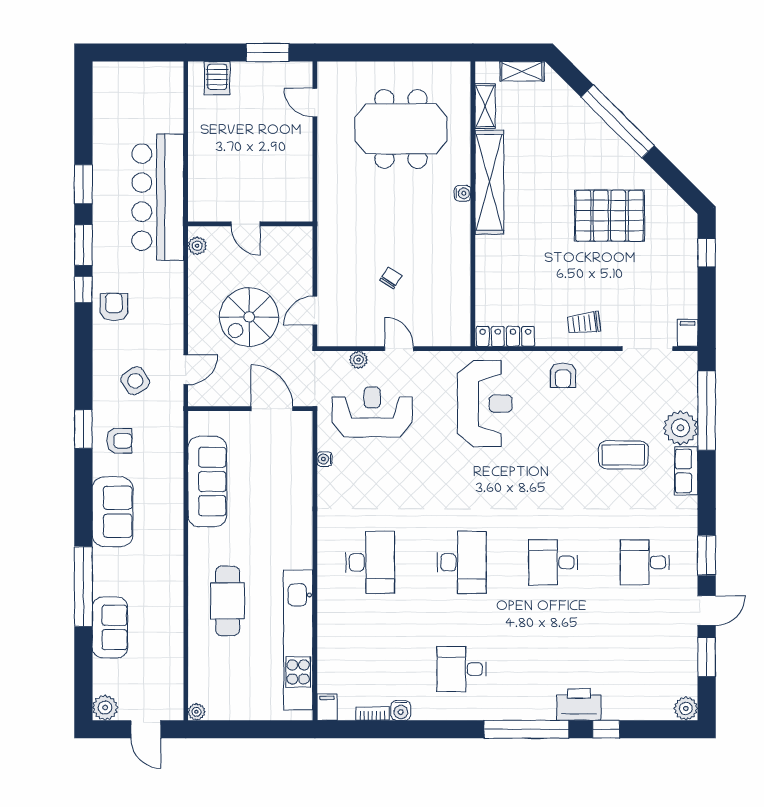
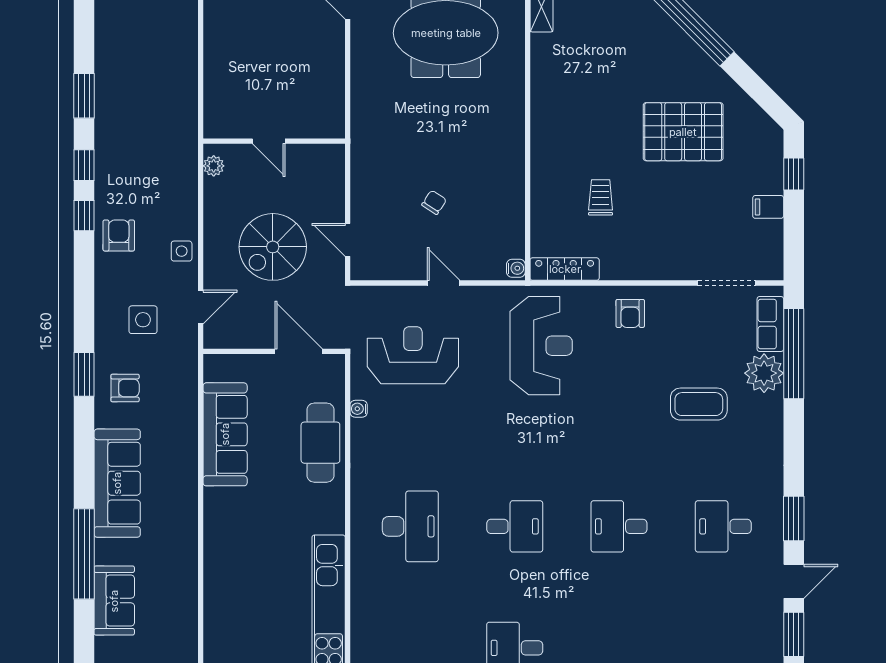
shelving: (489, 182) -> (546, 94), removed
water cooler: (463, 193) -> (516, 268), moved
bar counter: (158, 197) -> (169, 111), removed
window: (83, 245) -> (84, 165), width x0.67
door: (315, 311) -> (348, 240), hinge flipped
side table: (169, 321) -> (182, 251), added
trolley: (584, 323) -> (601, 197), moved, turned 97
filing cabinet: (688, 333) -> (768, 207), moved, turned -90
plant: (358, 360) -> (397, 296), removed
side table: (135, 381) -> (143, 320), turned 33
row of seats: (686, 471) -> (770, 324), moved
sofa: (112, 512) -> (117, 483), width x1.36
desk: (462, 562) -> (515, 526), width x0.73
cafe table: (228, 601) -> (320, 443), moved

